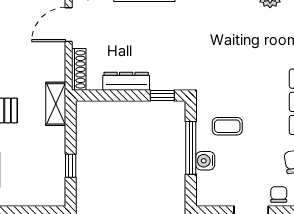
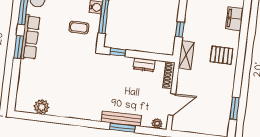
dresser: (126, 81) -> (144, 65), width x0.70
window: (71, 166) -> (180, 29), moved

